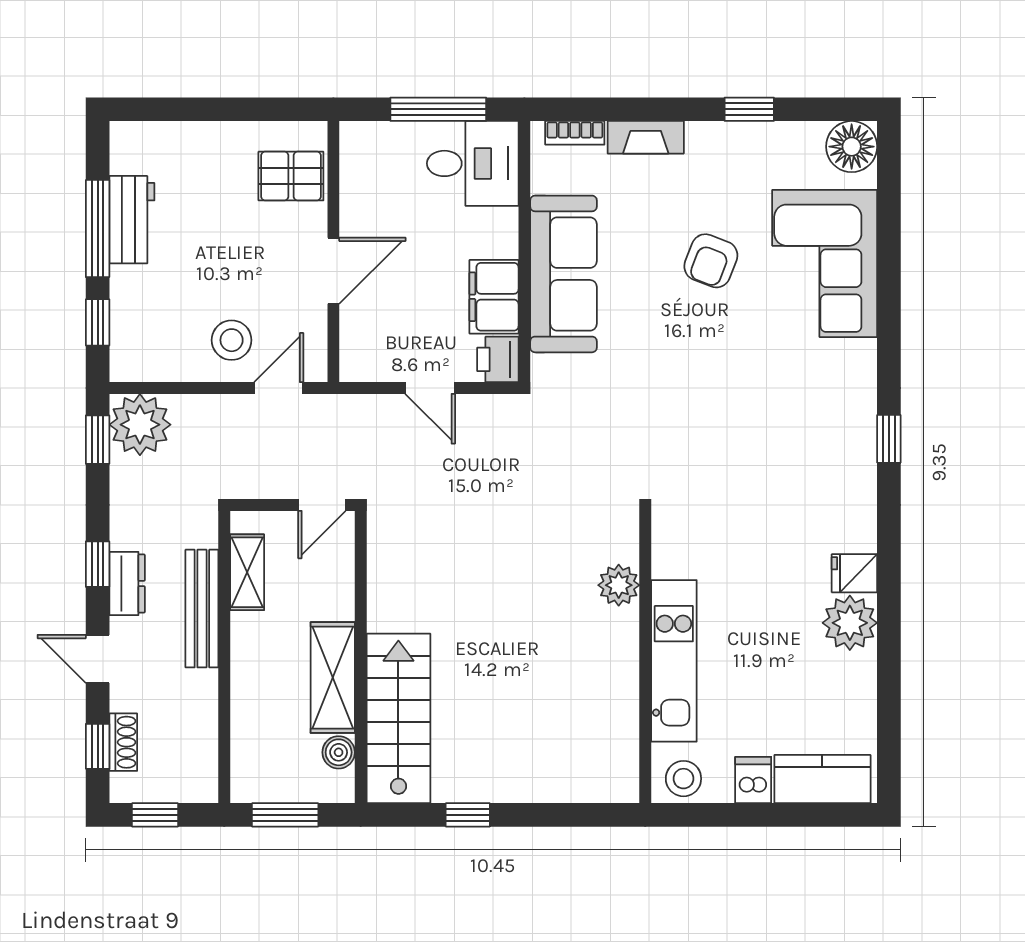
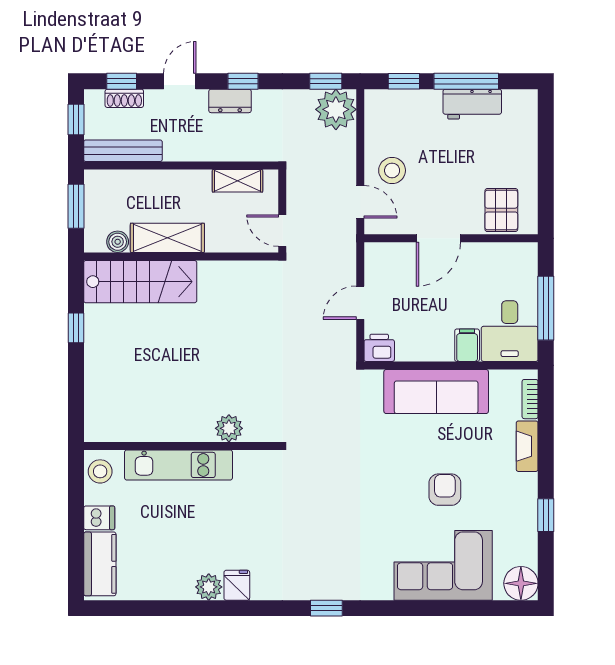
armchair: (711, 261) -> (445, 490), turned 69
door: (333, 271) -> (438, 238), hinge flipped
filing cabinet: (494, 297) -> (467, 345), moved, width x0.50
bench: (202, 609) -> (123, 151), moved
plant: (850, 623) -> (209, 587), width x0.73, depth x0.73

